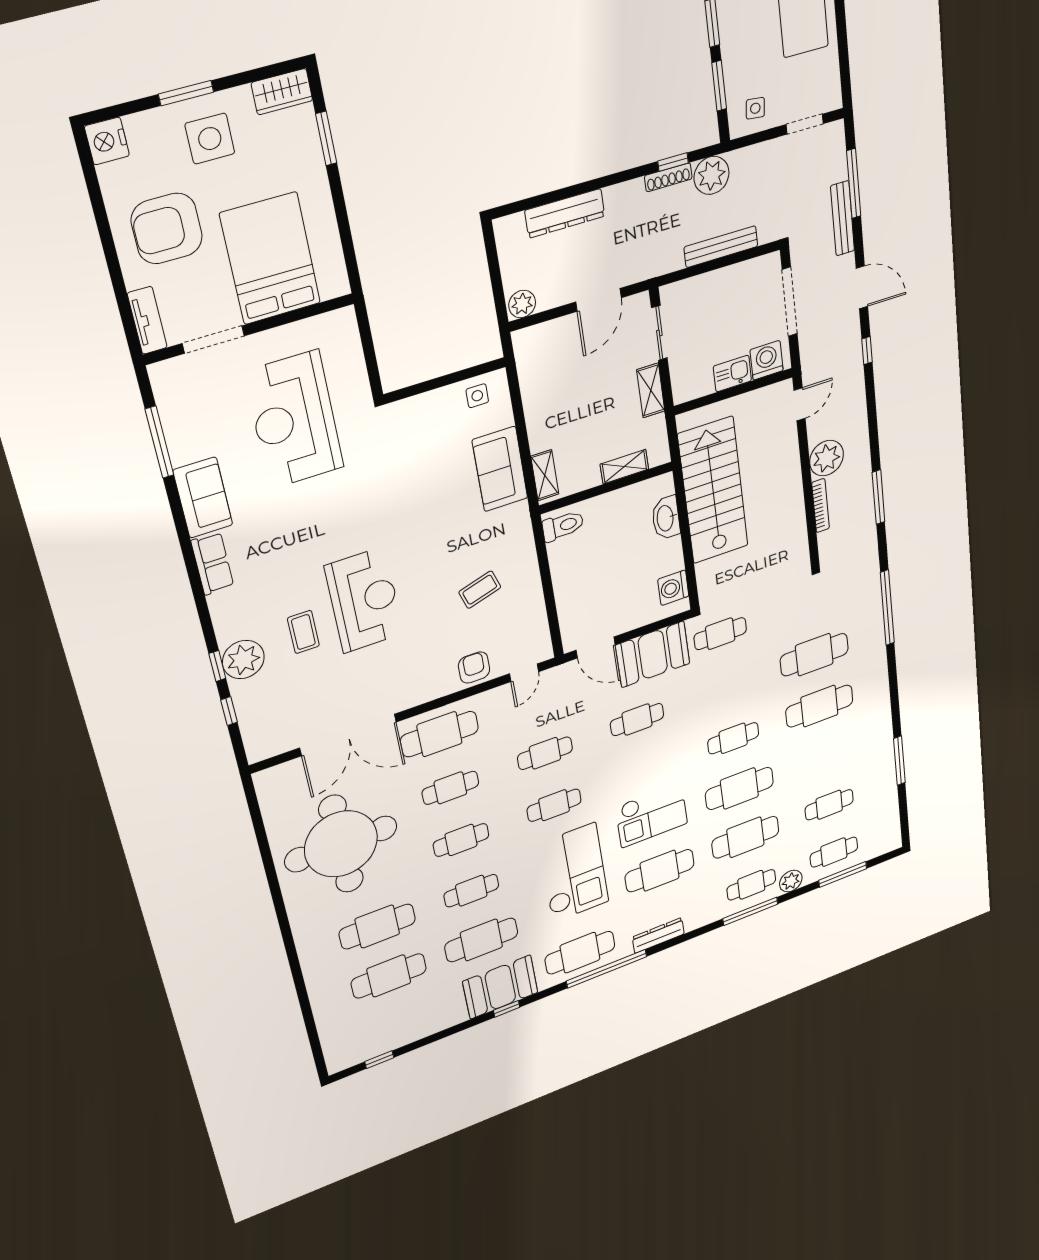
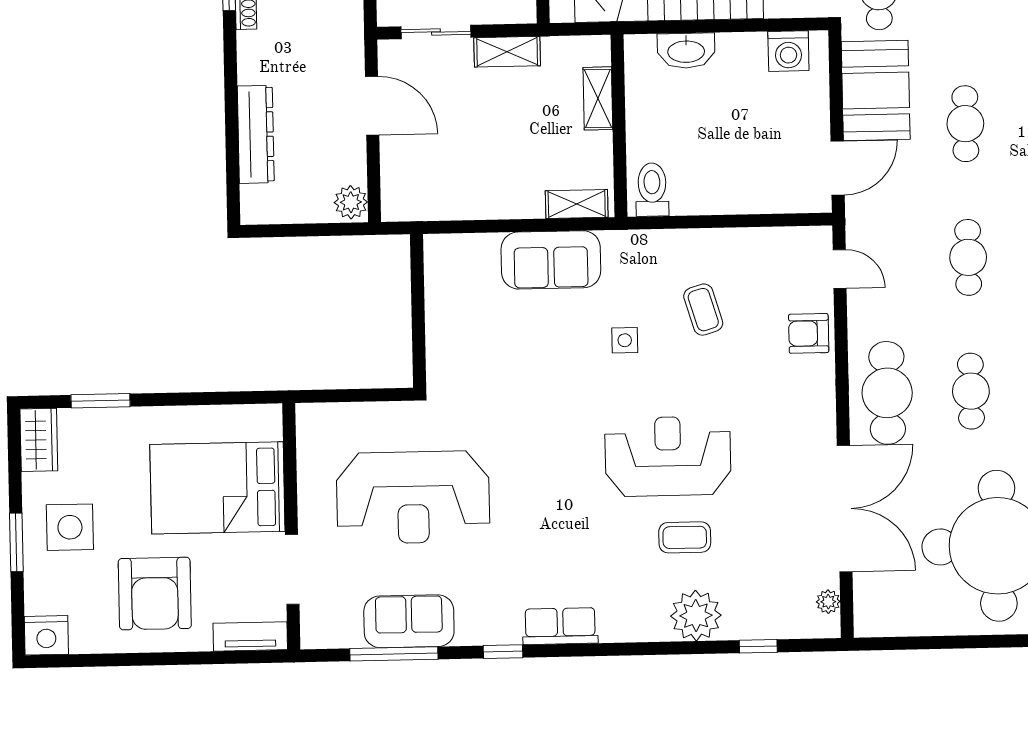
side table: (477, 396) -> (625, 340), moved
sofa: (203, 498) -> (409, 621), moved
window: (217, 666) -> (503, 652), moved
plant: (275, 747) -> (828, 602), added

